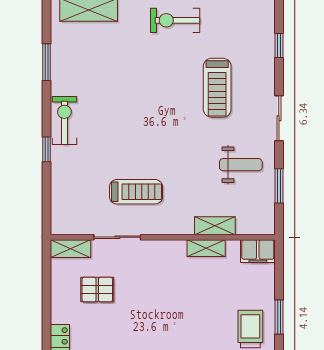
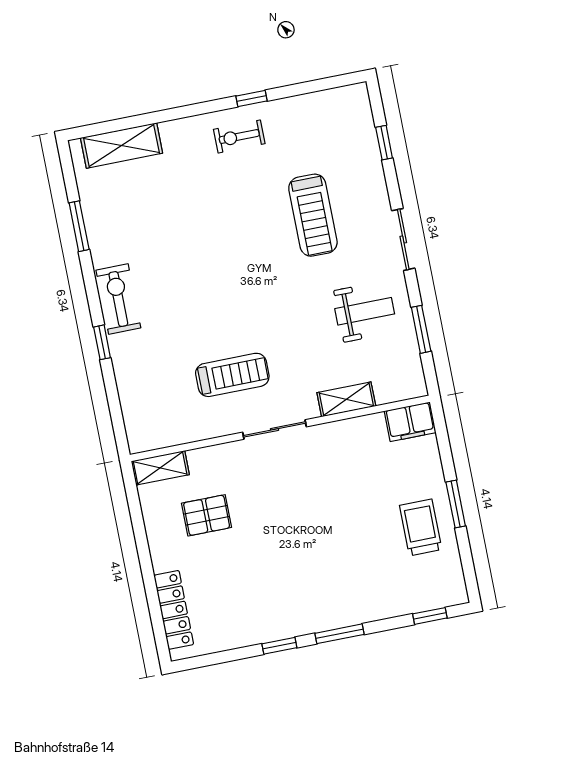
exercise bike: (175, 20) -> (239, 137), width x0.73, depth x0.72
sliding door: (117, 237) -> (275, 429), moved
shelving: (206, 248) -> (340, 431), removed

